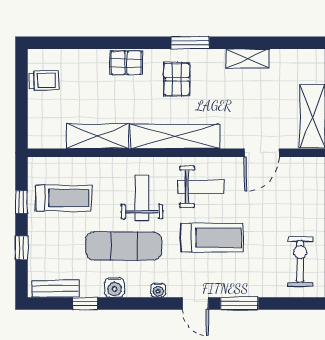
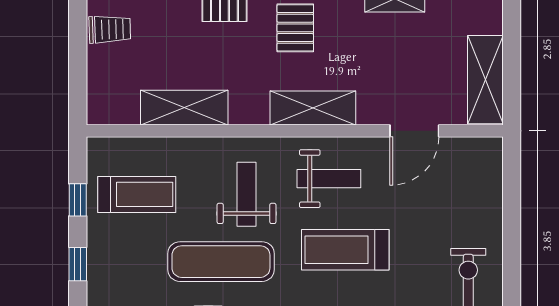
shelving: (175, 136) -> (313, 108), width x0.68
treadmill: (212, 238) -> (345, 250), turned 180

